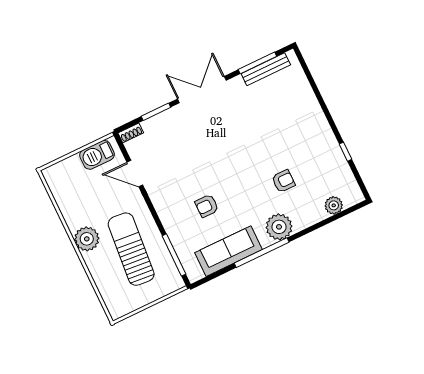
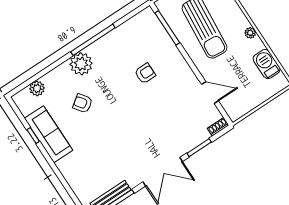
barbecue: (97, 155) -> (267, 64), moved, turned -90
armchair: (283, 181) -> (83, 103), turned 54
plant: (87, 239) -> (250, 33), width x0.53, depth x0.53
sofa: (229, 251) -> (49, 134), moved, turned -90

